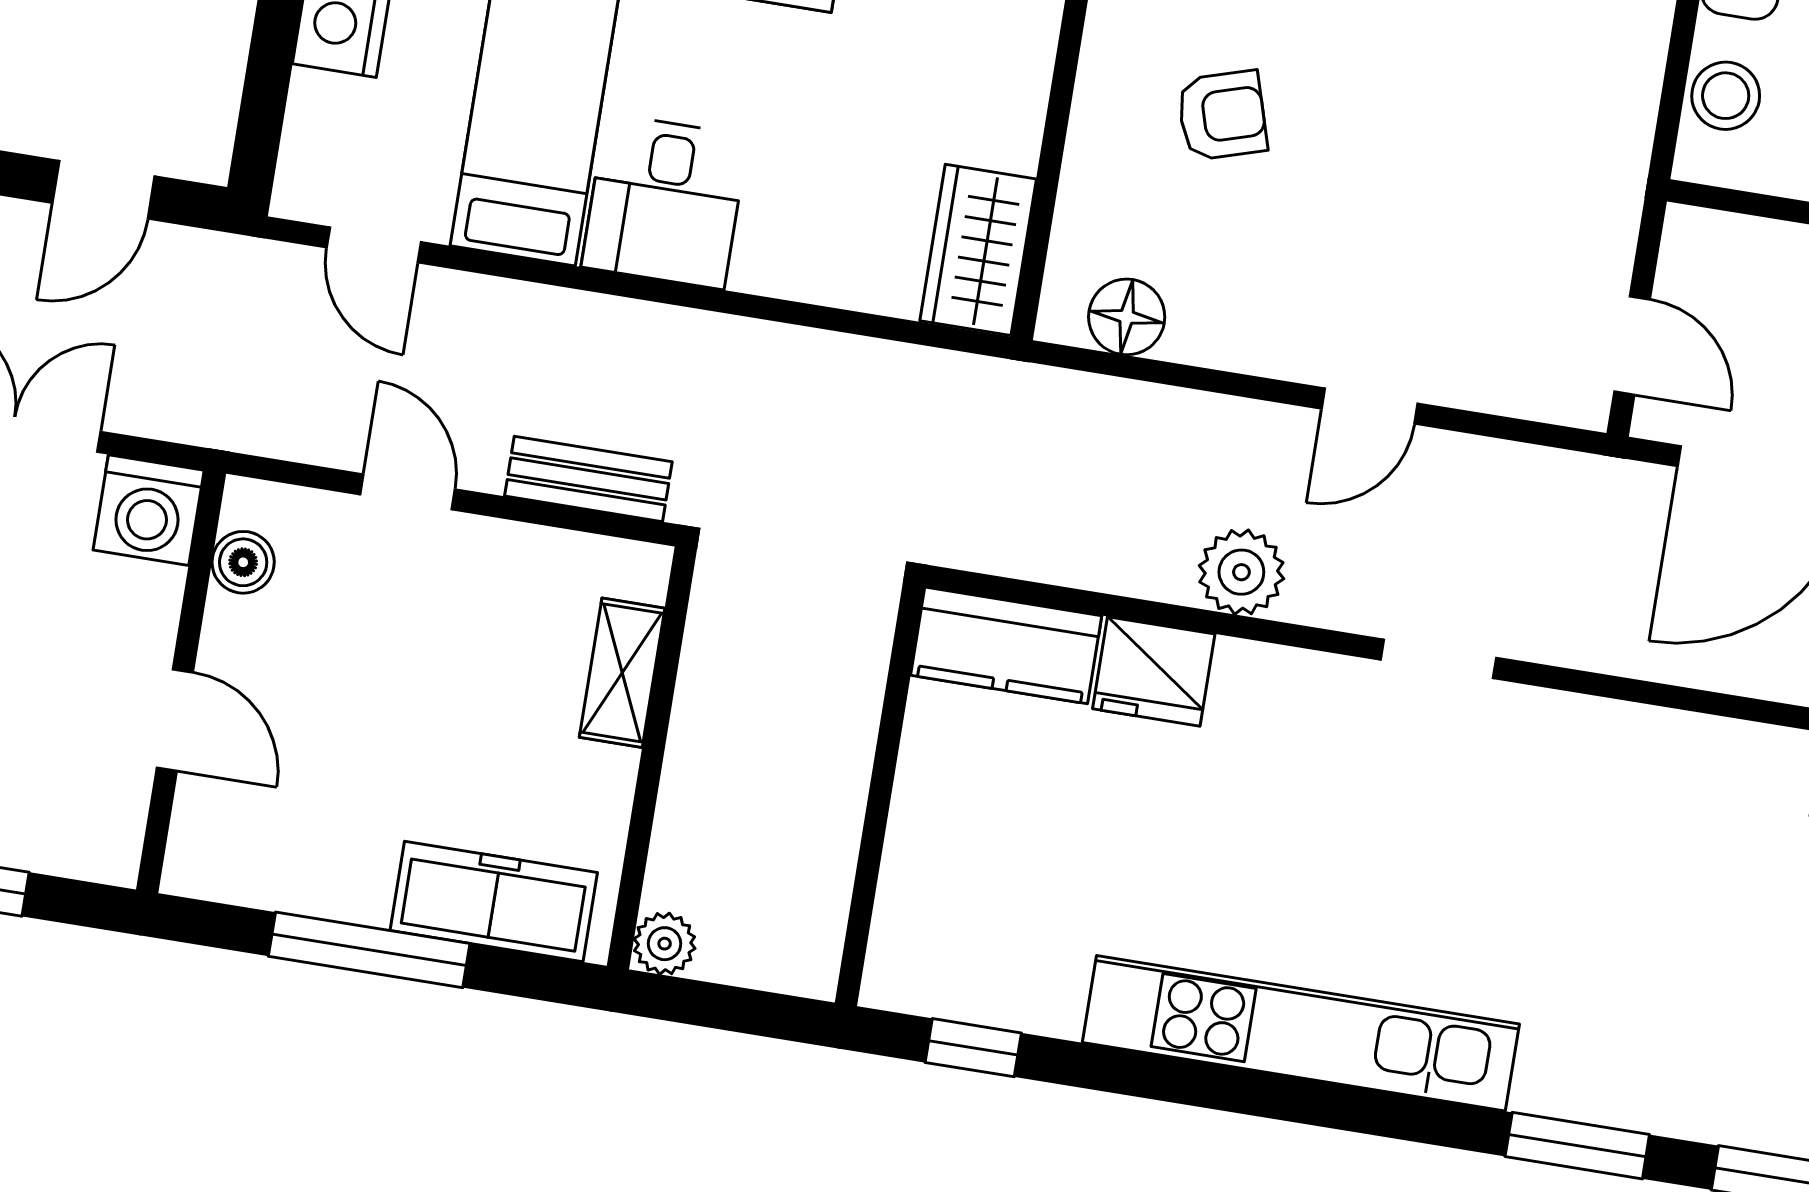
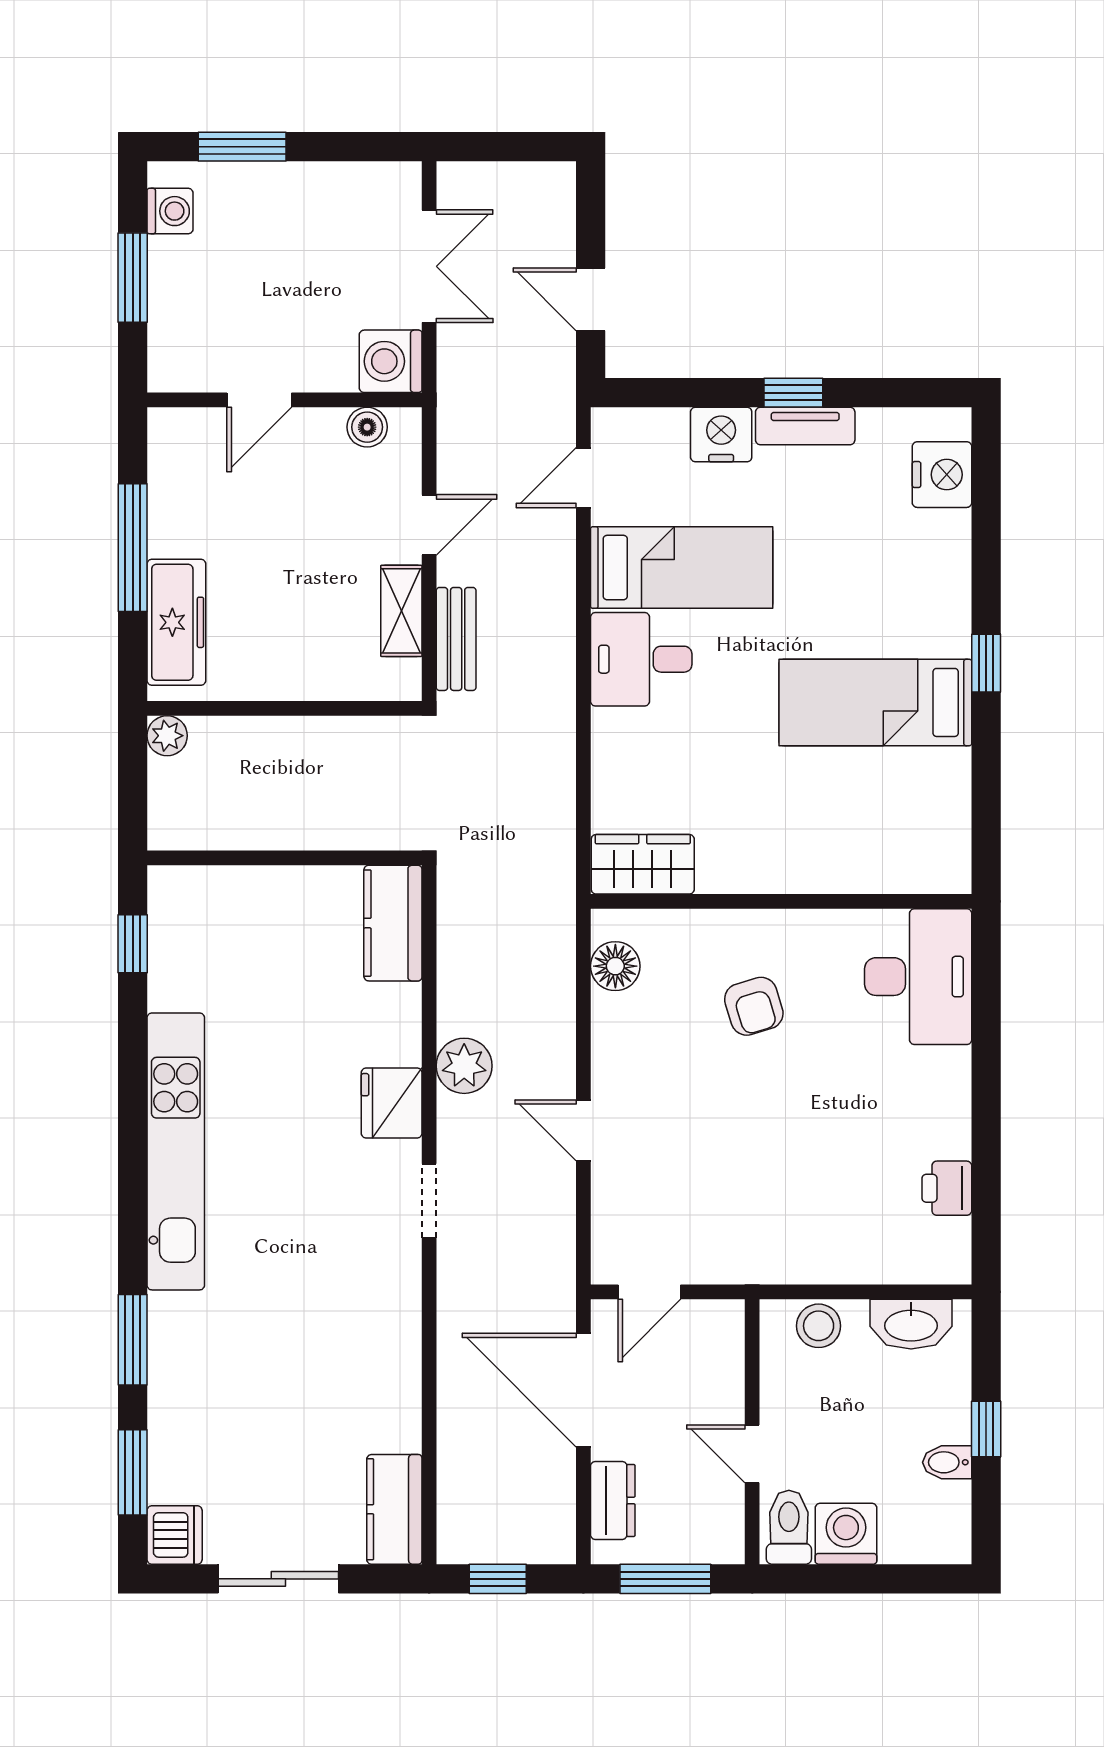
fridge: (1154, 671) -> (392, 1103), moved
shelving: (622, 673) -> (401, 611), moved, turned 90

